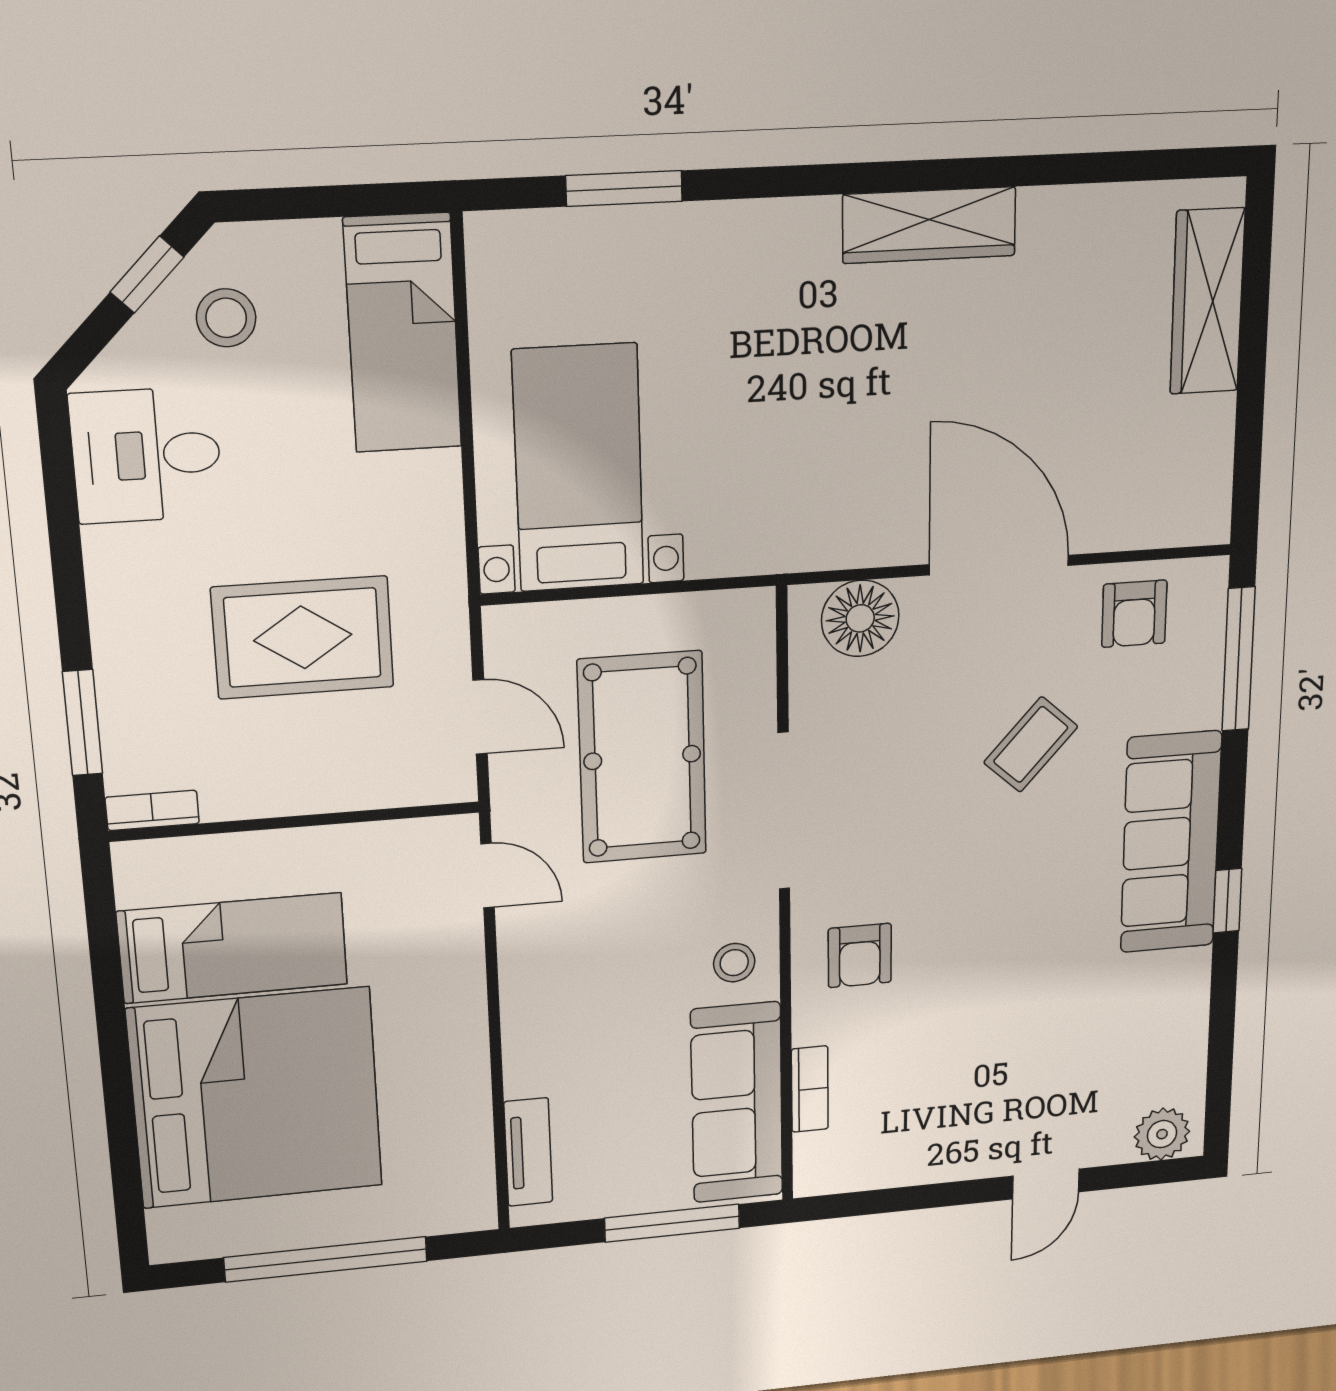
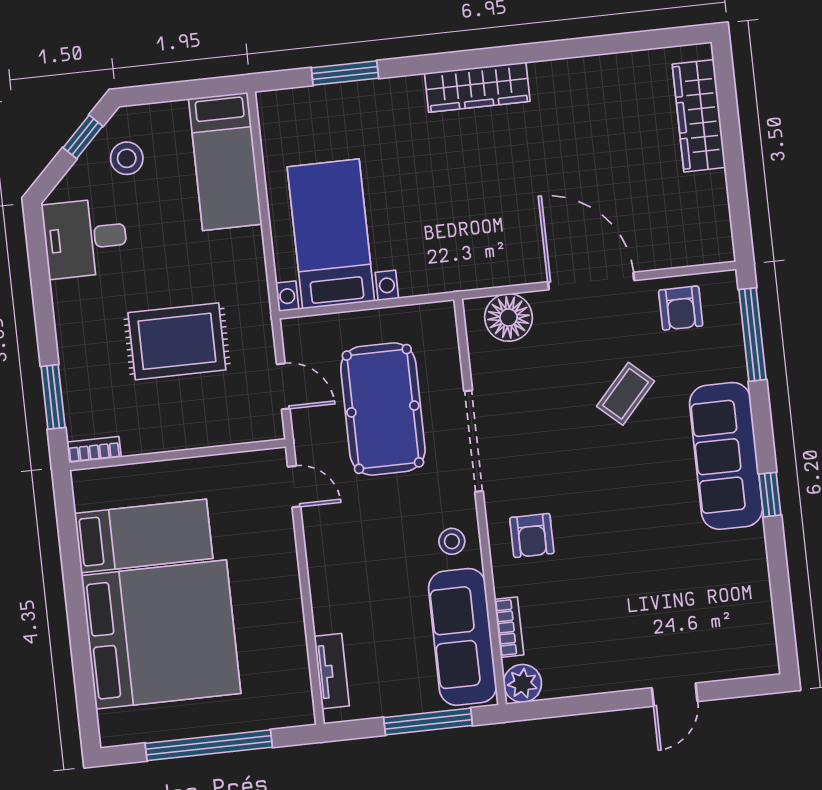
wardrobe: (929, 225) -> (477, 87), moved
plant: (1162, 1134) -> (522, 683), moved

